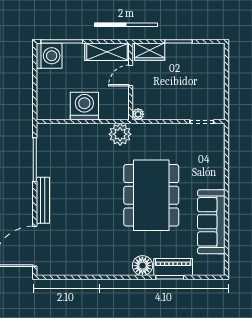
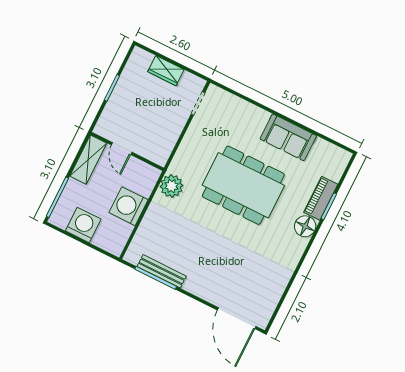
wardrobe: (150, 52) -> (166, 71), moved, turned 90
washing machine: (49, 56) -> (83, 225), moved
plant: (138, 114) -> (161, 160), removed
bench: (43, 200) -> (162, 271), moved
sofa: (211, 222) -> (288, 137), width x0.73

